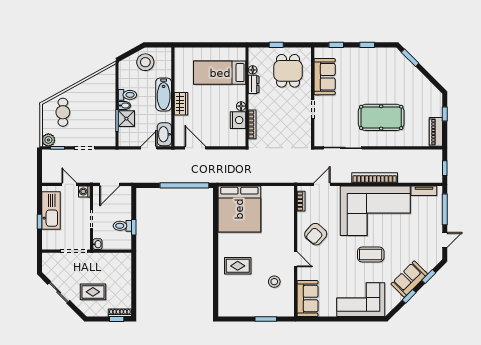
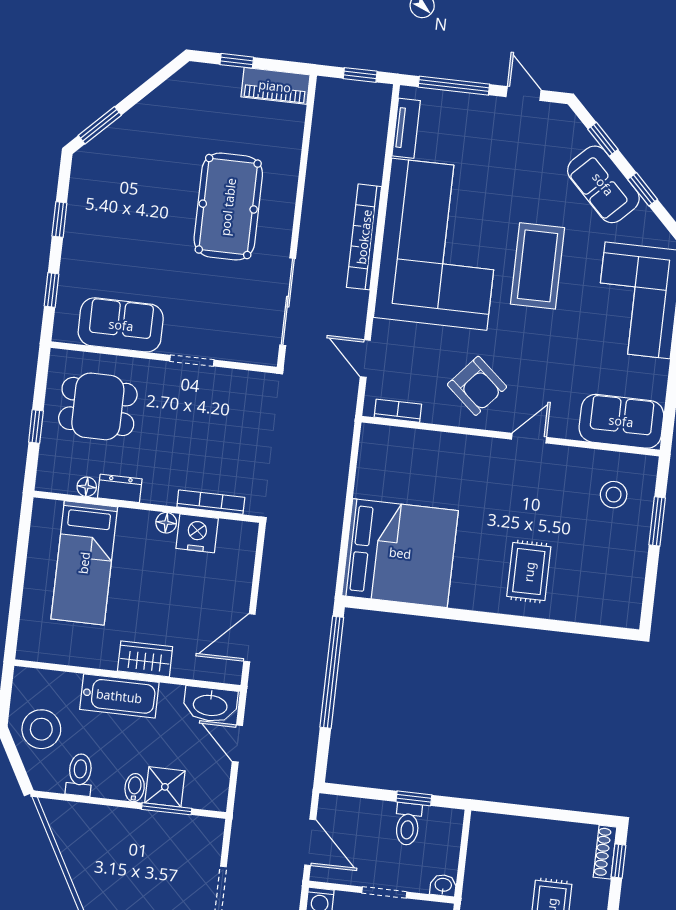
toilet: (127, 95) -> (80, 775), moved
coffee table: (371, 254) -> (538, 266), width x1.36, depth x1.32
stool: (274, 282) -> (614, 495), moved

